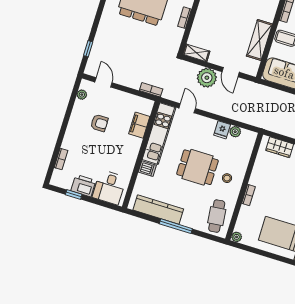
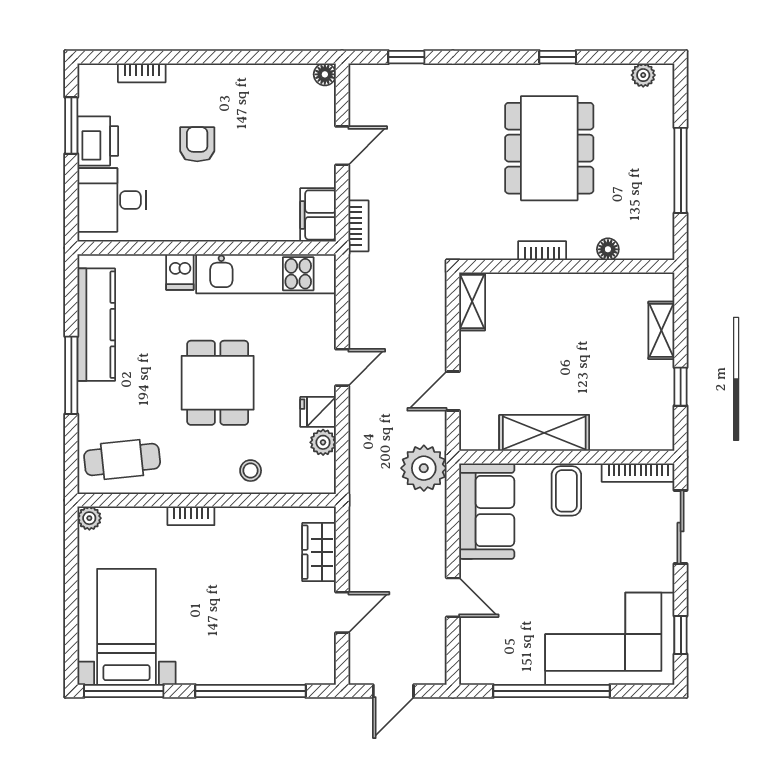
plant: (207, 78) -> (424, 468), moved
door: (103, 82) -> (342, 146), moved
floor lamp: (85, 84) -> (325, 74), added
plant: (82, 95) -> (300, 75), removed
door: (187, 108) -> (342, 367), moved
armchair: (99, 123) -> (197, 144), moved, turned 180
filing cabinet: (139, 125) -> (318, 215), moved, turned -90
stool: (227, 178) -> (251, 471), moved
window: (74, 195) -> (71, 126), width x1.50

